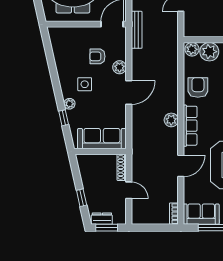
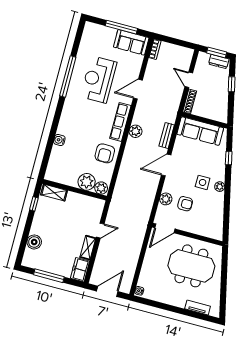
bench: (137, 30) -> (167, 135), moved, width x0.73
plant: (120, 67) -> (166, 199), moved
plant: (69, 104) -> (220, 187), moved

